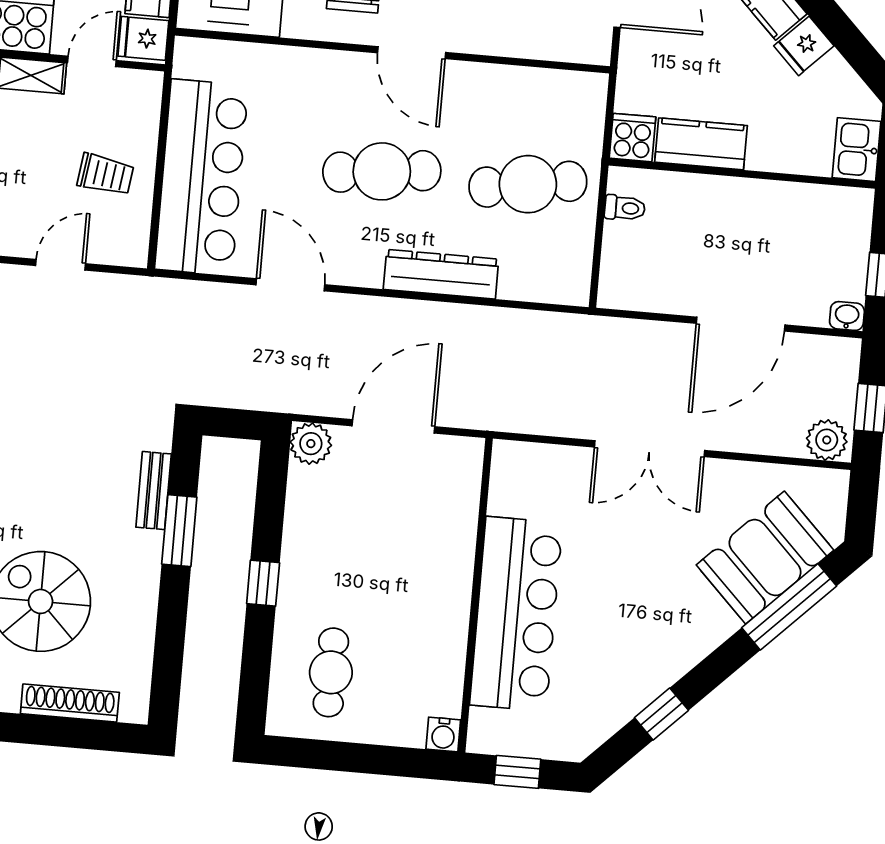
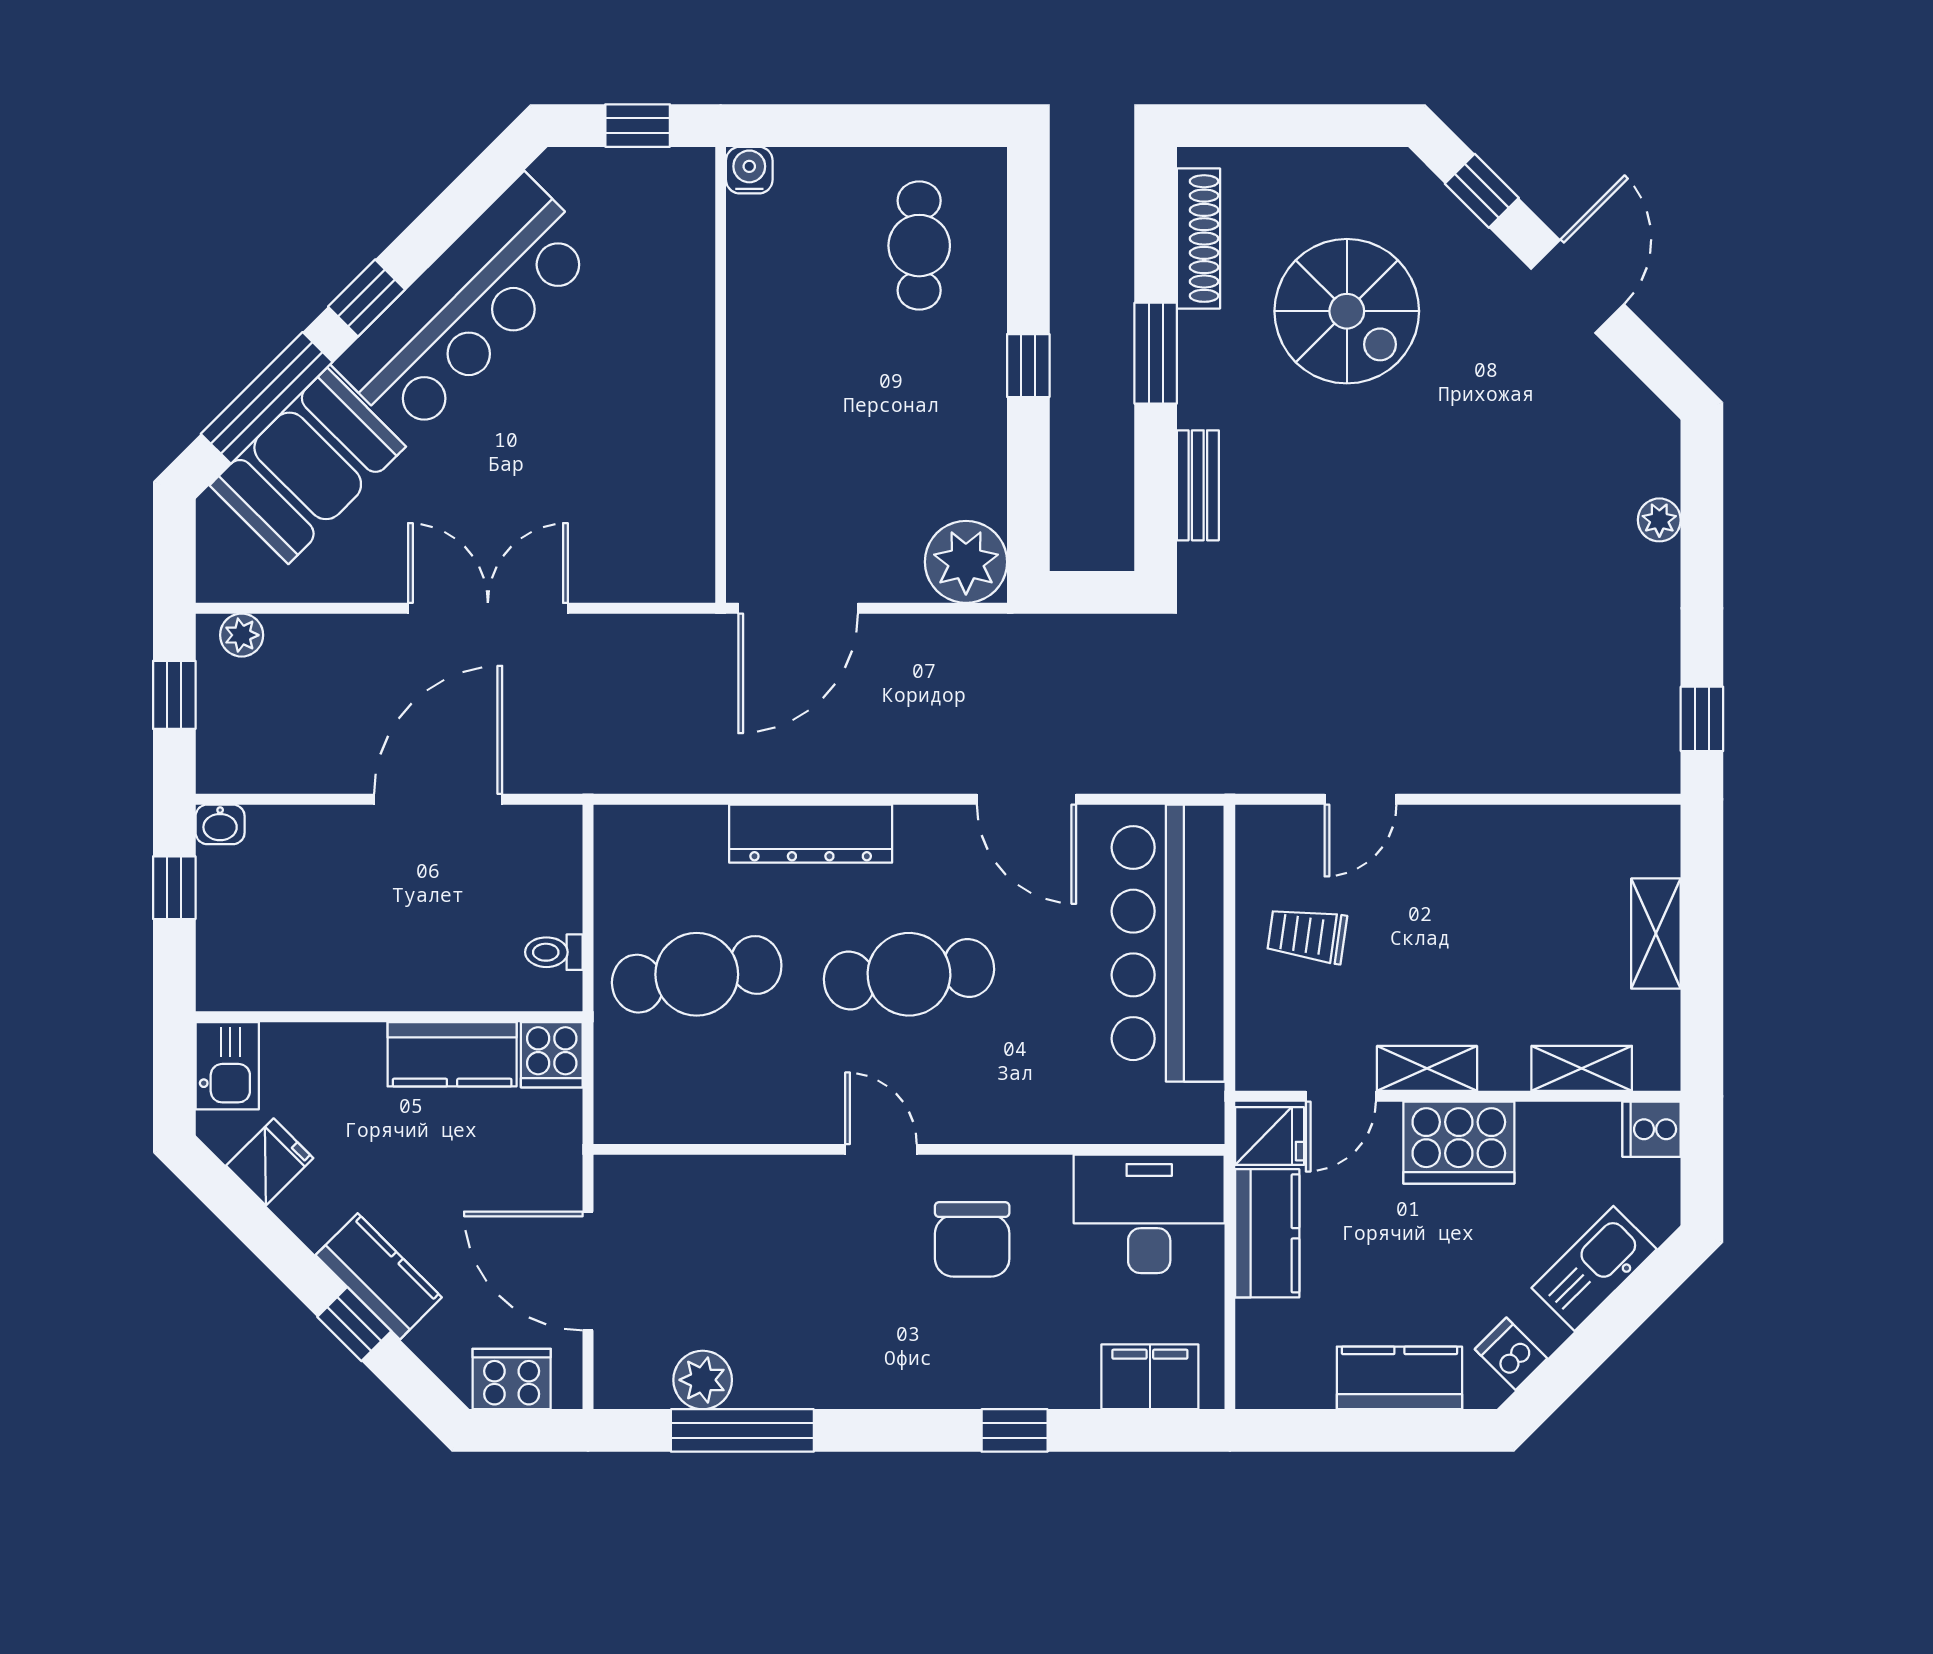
fridge: (804, 46) -> (270, 1162), moved
door: (412, 53) -> (881, 1149), width x0.73
door: (741, 324) -> (438, 799), moved
door: (393, 426) -> (798, 608), moved
plant: (827, 440) -> (242, 635), width x0.73, depth x0.73
plant: (311, 444) -> (966, 562), width x1.36, depth x1.36
window: (179, 531) -> (1156, 353), moved
bar counter: (516, 614) -> (467, 307), moved, turned -135
shoe rack: (70, 703) -> (1198, 239), moved, turned -90
window: (661, 714) -> (367, 298), moved

